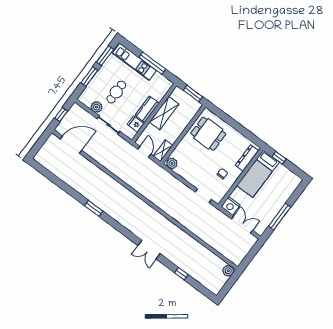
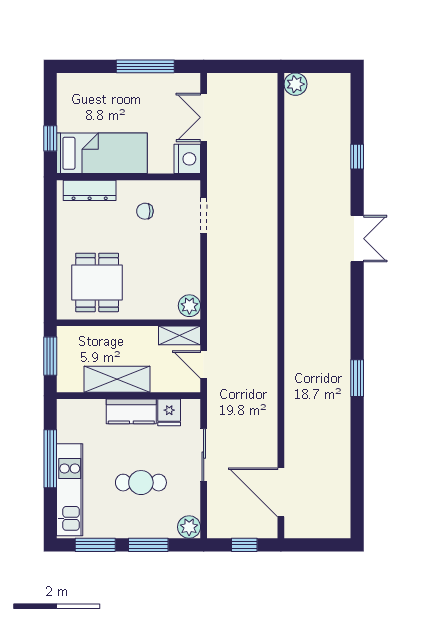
plant: (97, 107) -> (189, 527), moved
door: (144, 152) -> (204, 364), hinge flipped

